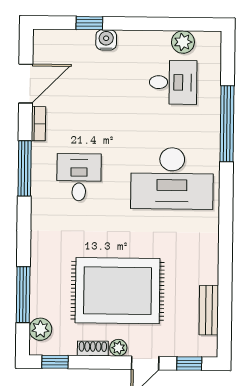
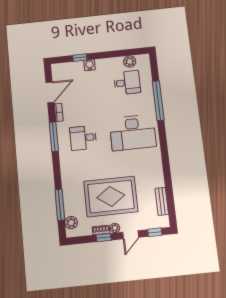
desk: (79, 177) -> (83, 138), turned -90
window: (55, 362) -> (104, 238), moved

